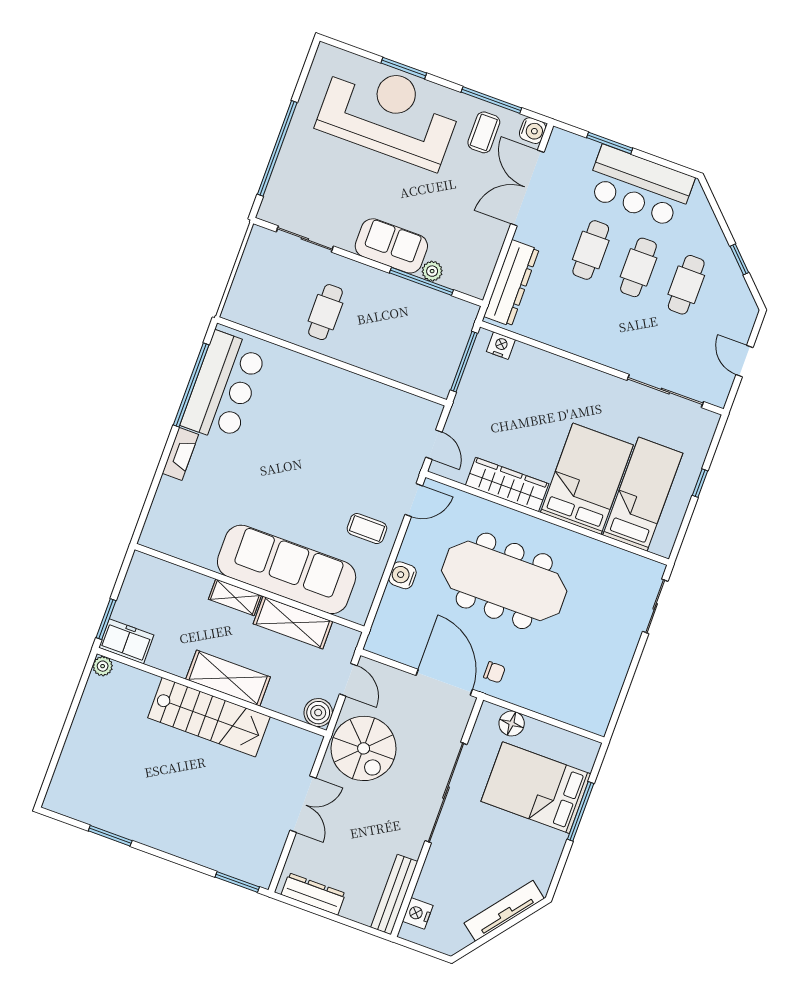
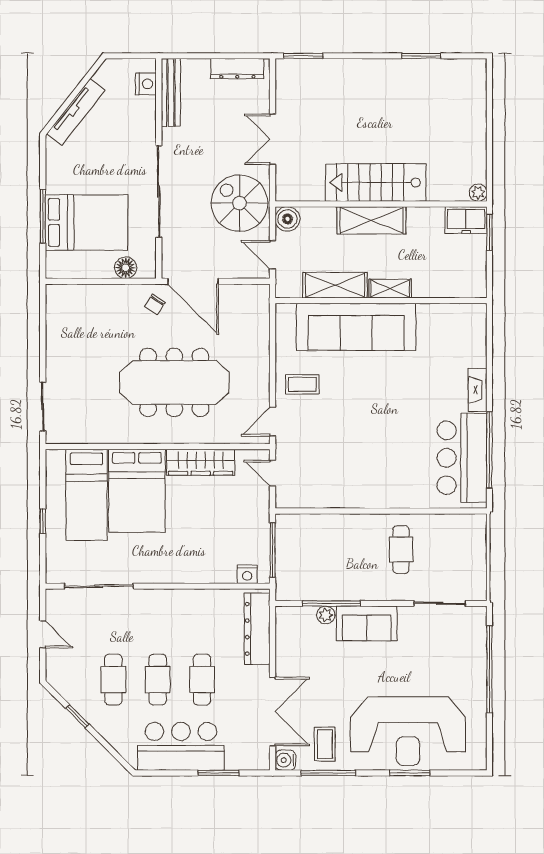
water cooler: (402, 575) -> (259, 357), removed
chair: (494, 672) -> (155, 305), turned -57

